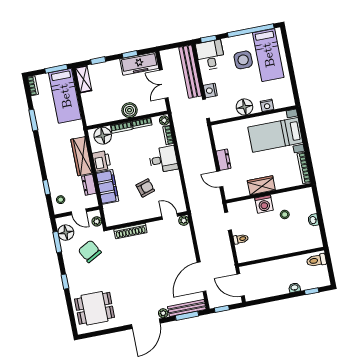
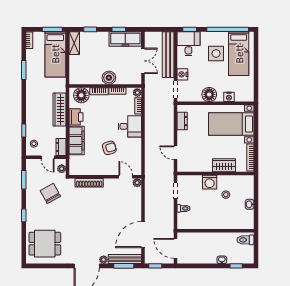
double door: (164, 84) -> (143, 61), swing flipped
dresser: (224, 160) -> (182, 121), moved
dresser: (89, 185) -> (61, 147), moved
wardrobe: (261, 185) -> (224, 165), moved
floor lamp: (66, 233) -> (33, 173), removed

